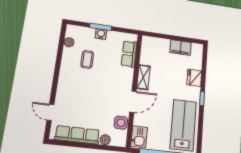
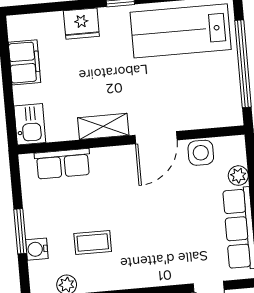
water cooler: (101, 34) -> (37, 249), moved
door: (133, 102) -> (156, 138), swing flipped
kitchen sink: (139, 137) -> (30, 124), moved, turned 90

